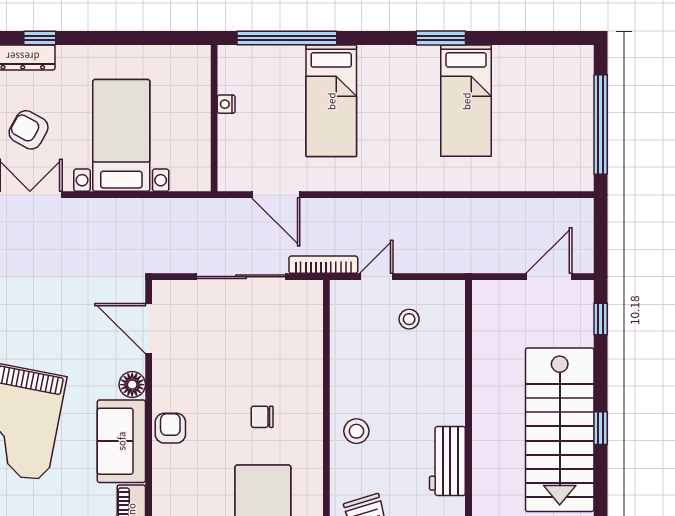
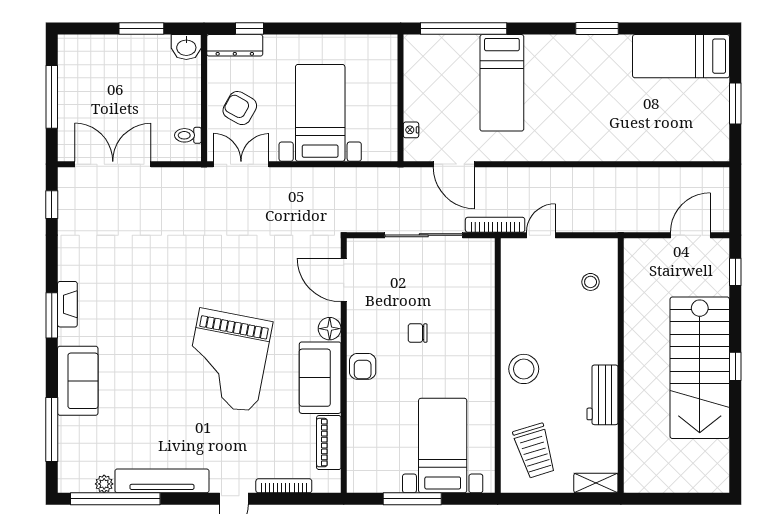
bed: (466, 101) -> (681, 56), moved, turned 90
nightstand: (226, 104) -> (411, 130), moved
window: (601, 125) -> (735, 103), width x0.47
stool: (409, 319) -> (591, 282), moved
chair: (262, 417) -> (418, 333), moved
armchair: (170, 428) -> (363, 366), turned 180
stool: (356, 431) -> (524, 369), width x1.38, depth x1.38

